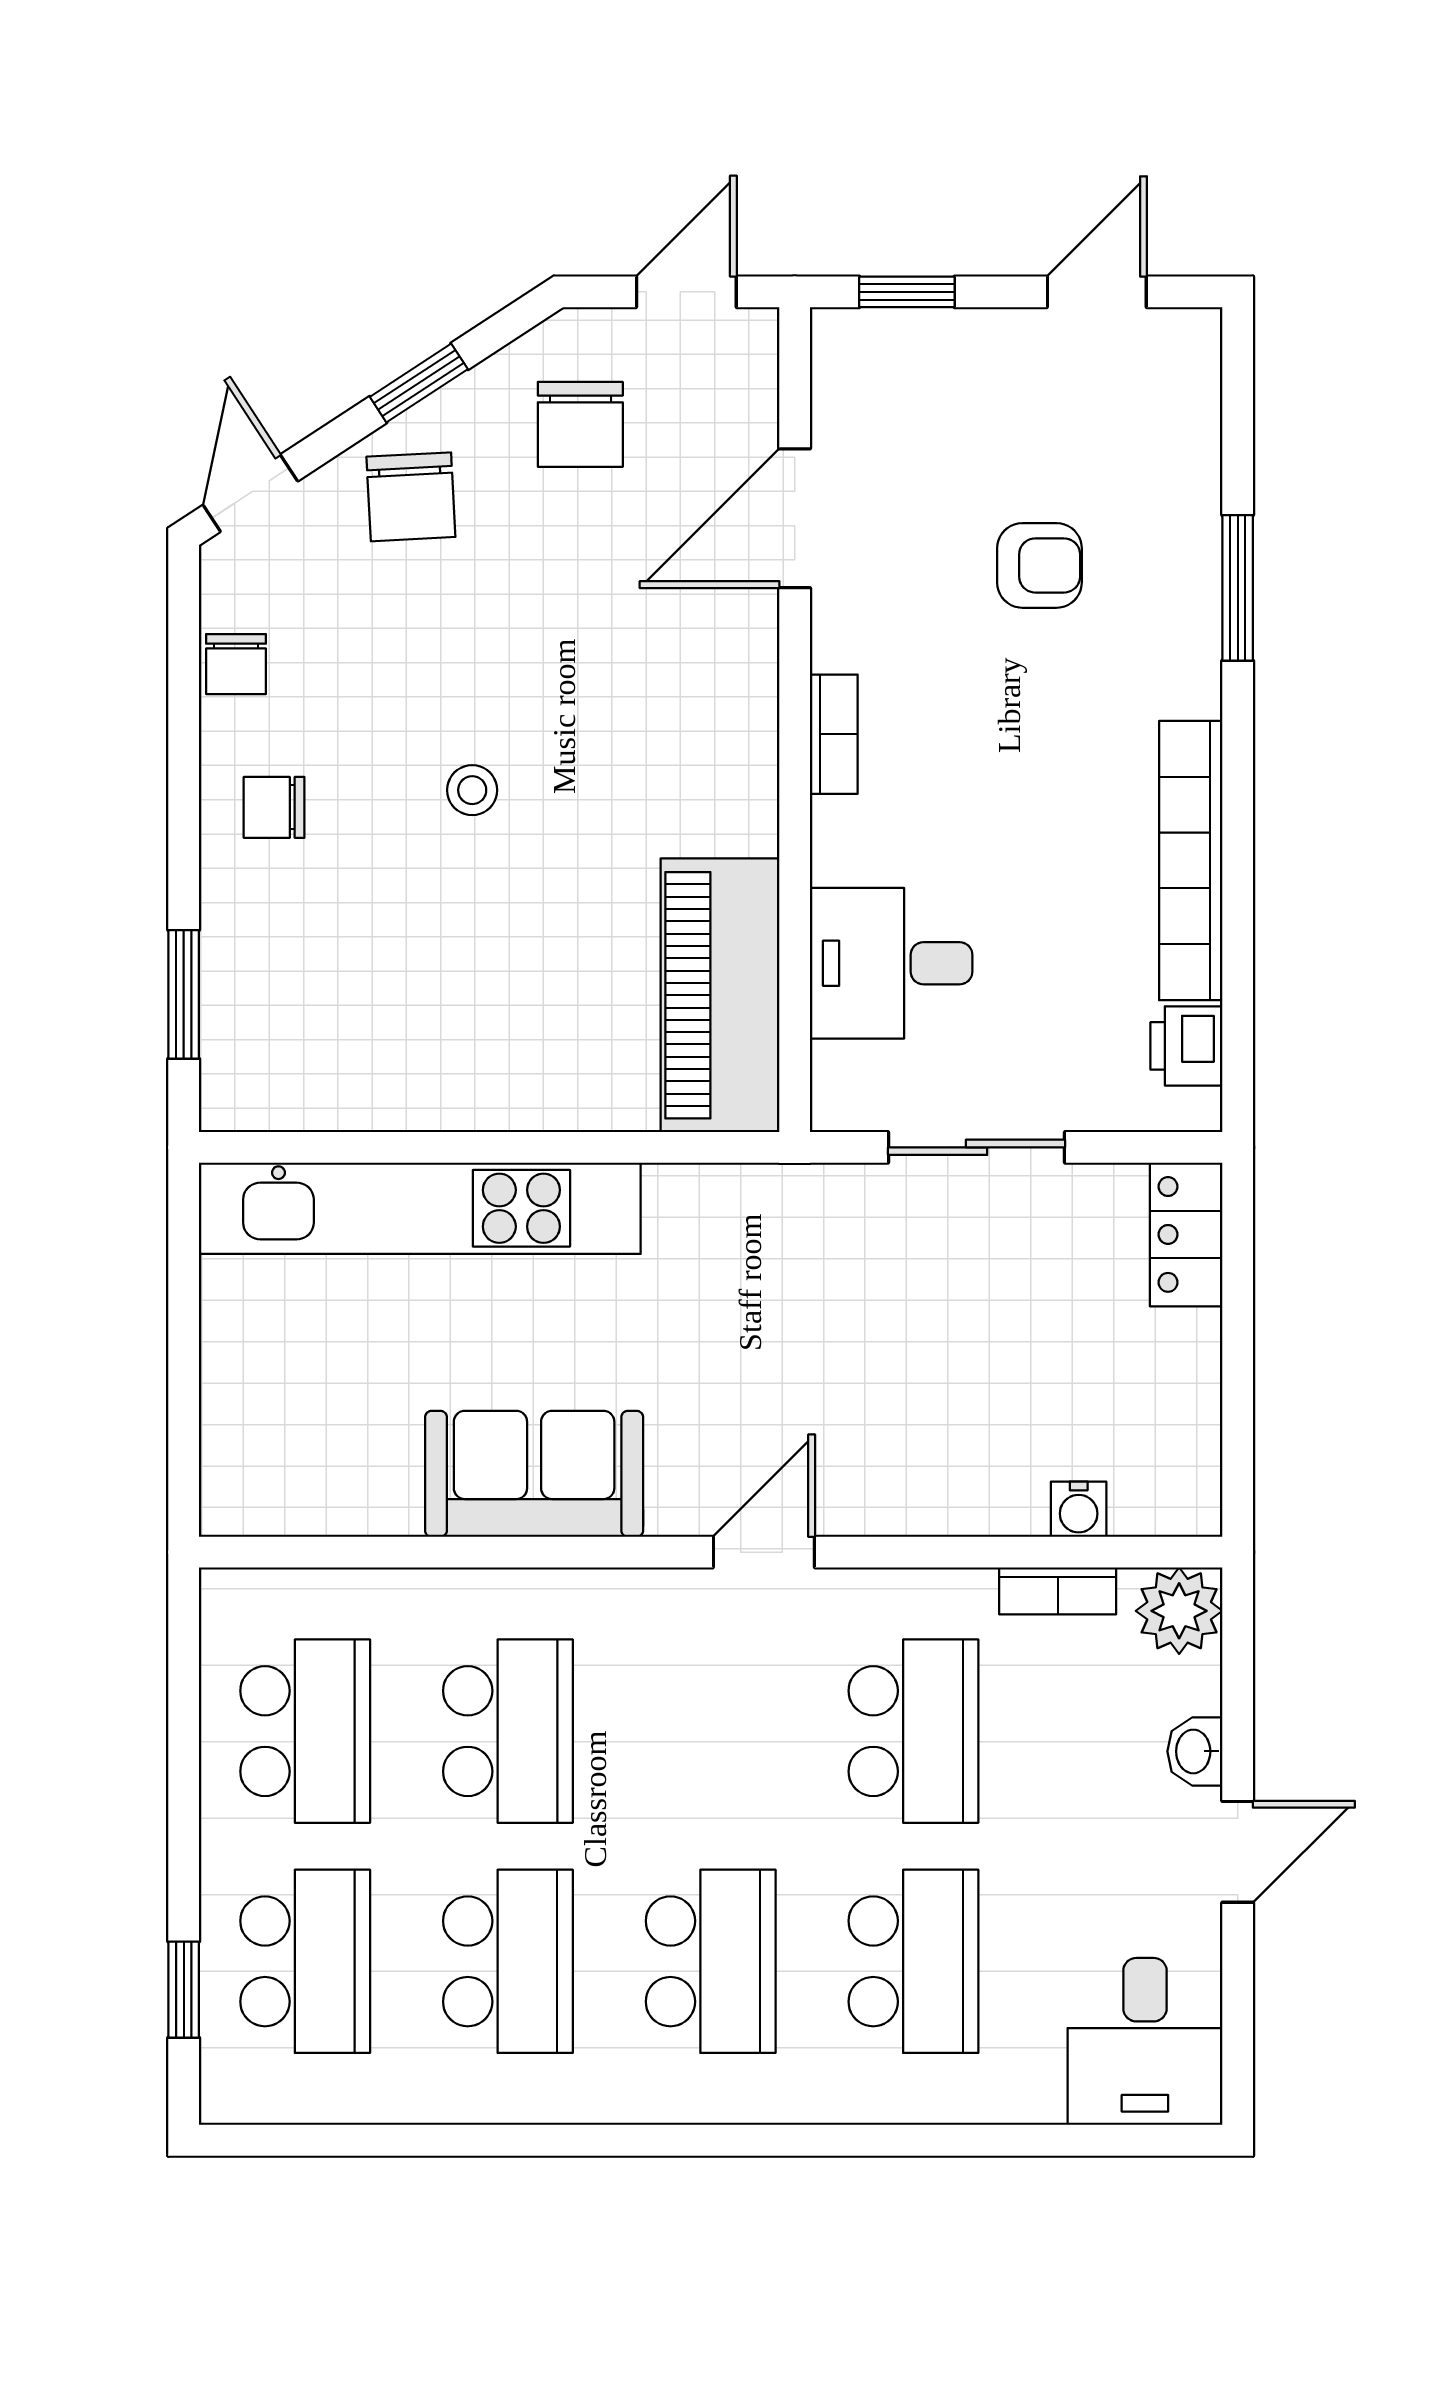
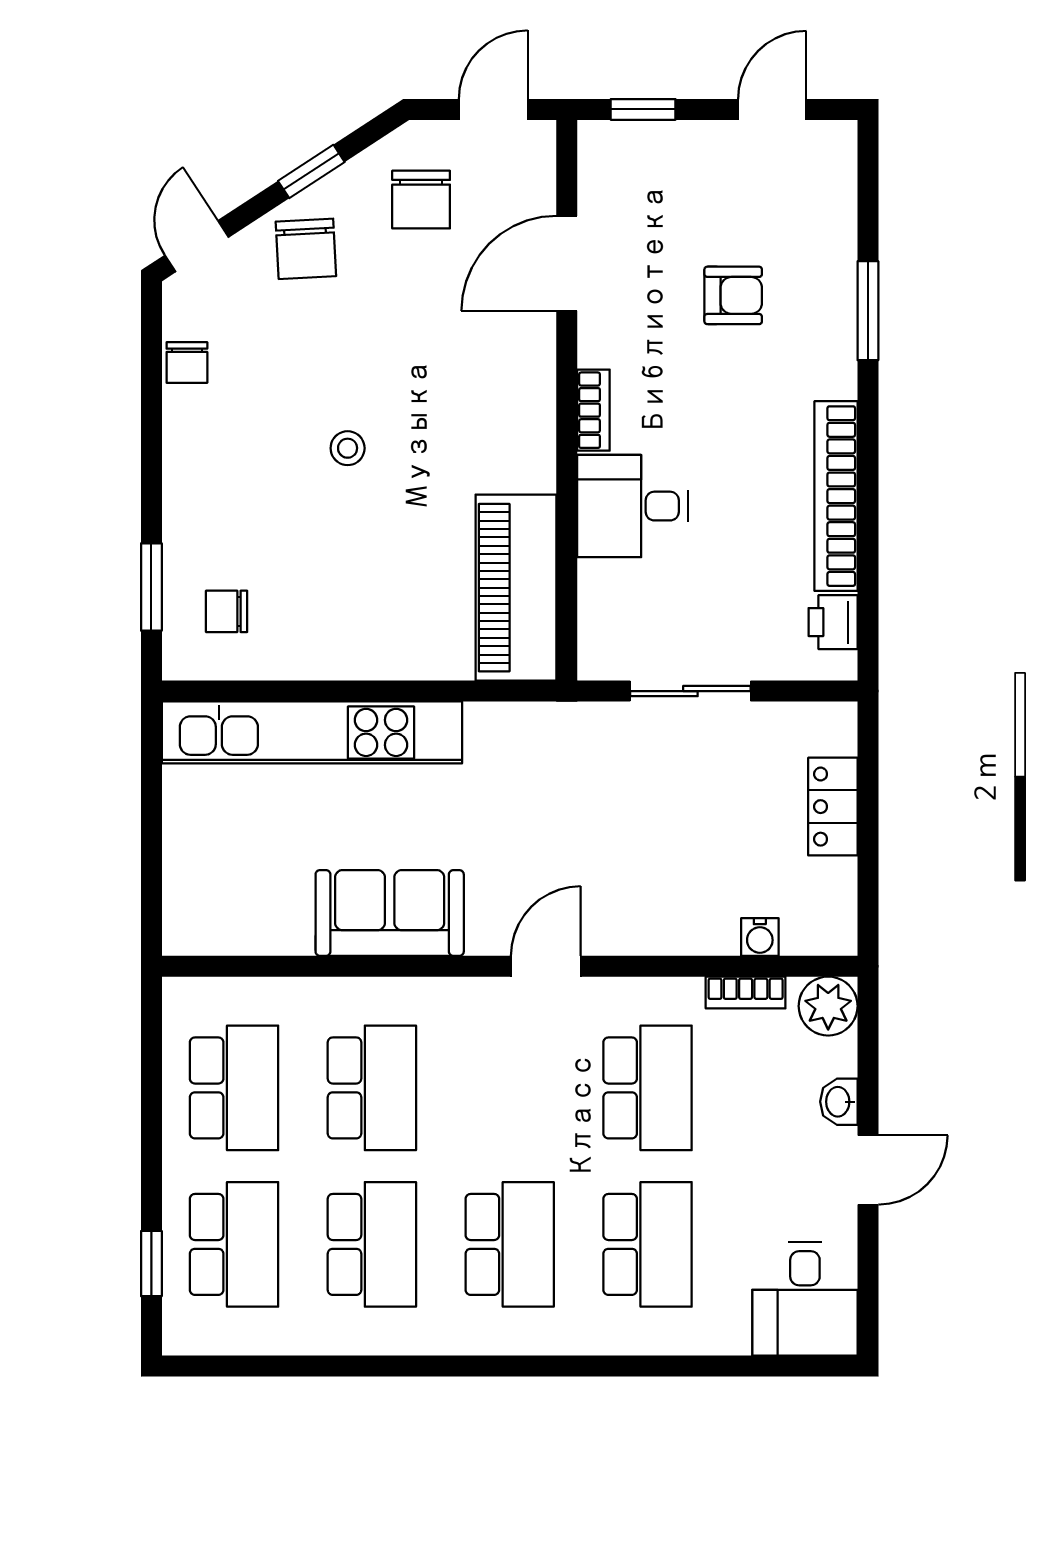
chair: (274, 807) -> (227, 611), moved
desk: (891, 963) -> (632, 506), moved
locker: (1186, 1234) -> (833, 807), moved

